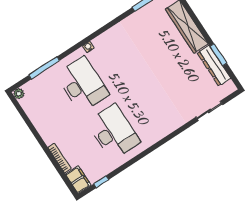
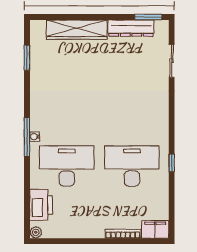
window: (218, 55) -> (148, 17), moved
window: (44, 68) -> (27, 137), moved
printer: (41, 84) -> (41, 205), added
window: (101, 182) -> (172, 163), moved

